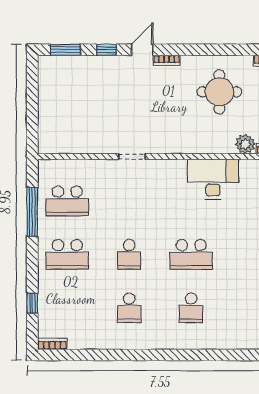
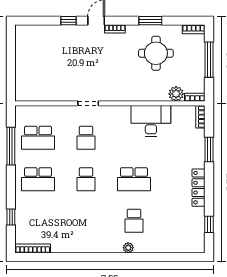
window: (65, 50) -> (150, 21), moved
school desk: (129, 308) -> (86, 138), moved
plant: (184, 343) -> (128, 248), added
bookcase: (52, 344) -> (33, 249), width x1.56

